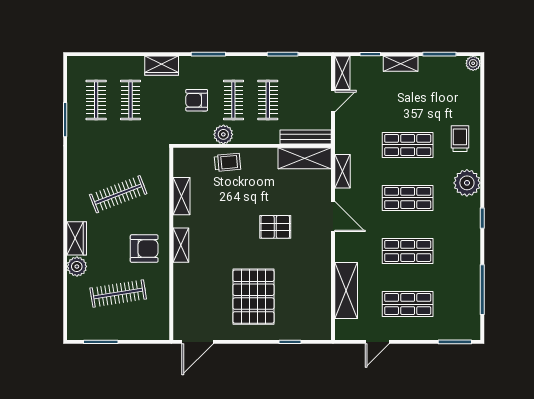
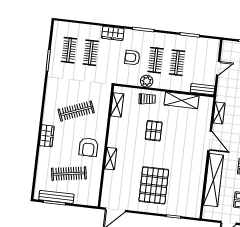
shelving: (342, 73) -> (226, 51), removed
bench: (306, 137) -> (203, 89), width x0.73
shelving: (305, 158) -> (182, 100), moved
shelving: (181, 196) -> (117, 105), moved
pallet: (275, 227) -> (154, 131), moved, turned 90
shelving: (181, 245) -> (111, 159), moved
armchair: (144, 249) -> (88, 147), turned 90
plant: (77, 267) -> (45, 154), removed
shelving: (346, 291) -> (213, 180), width x1.47
bench: (103, 332) -> (56, 197), added

